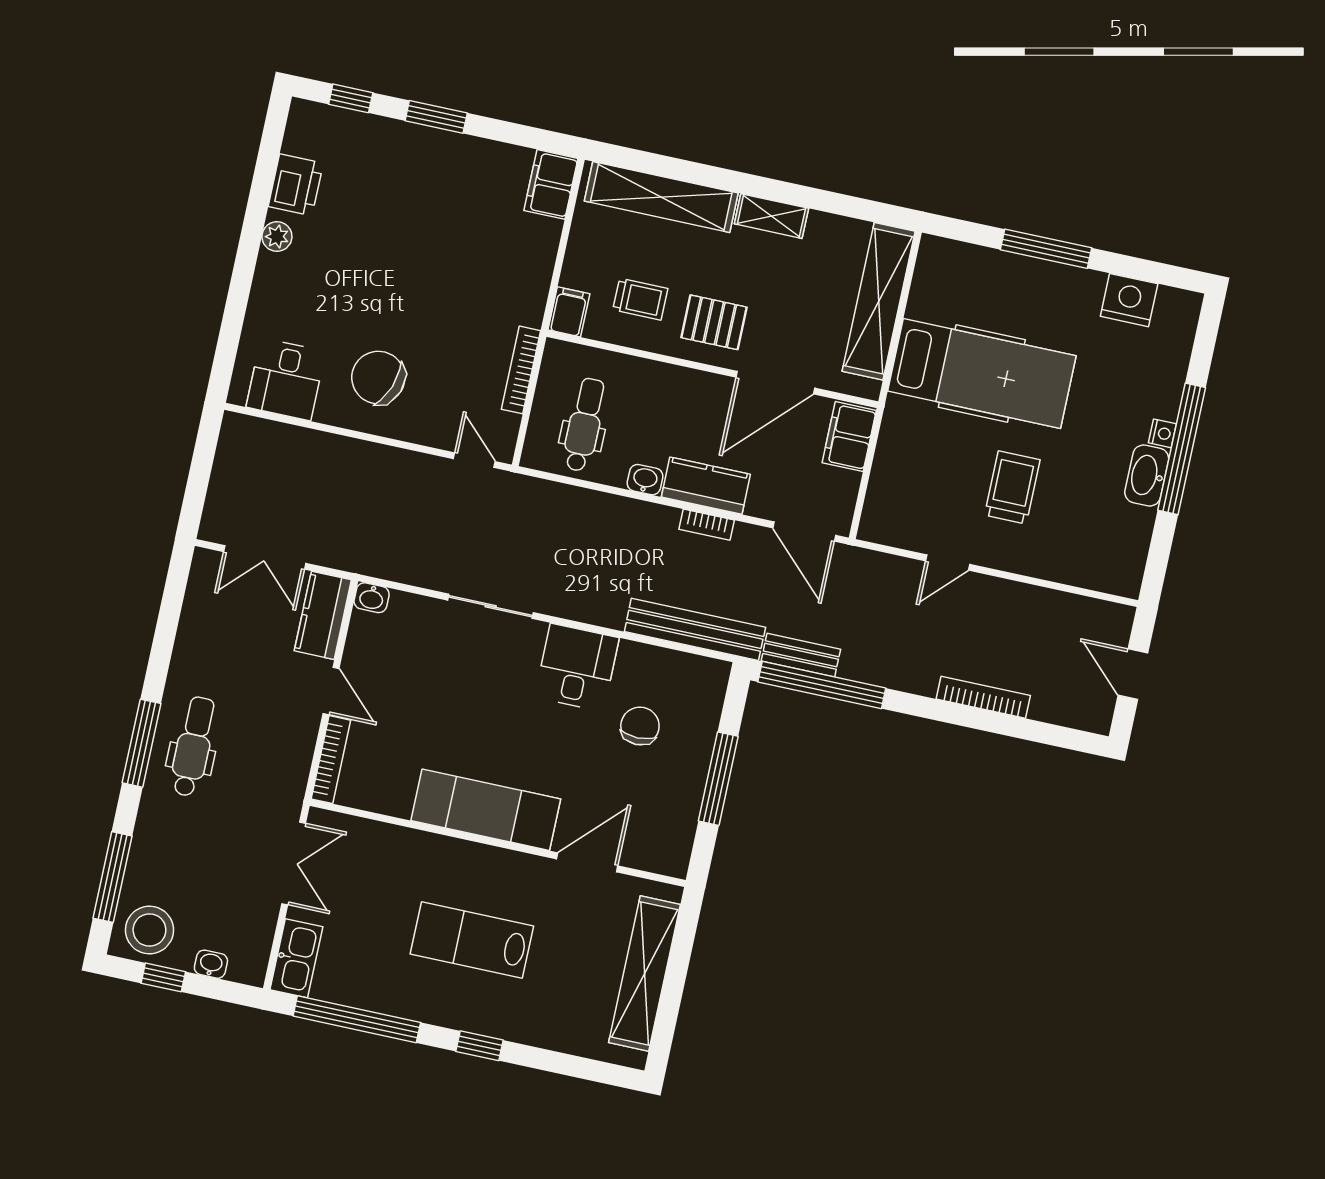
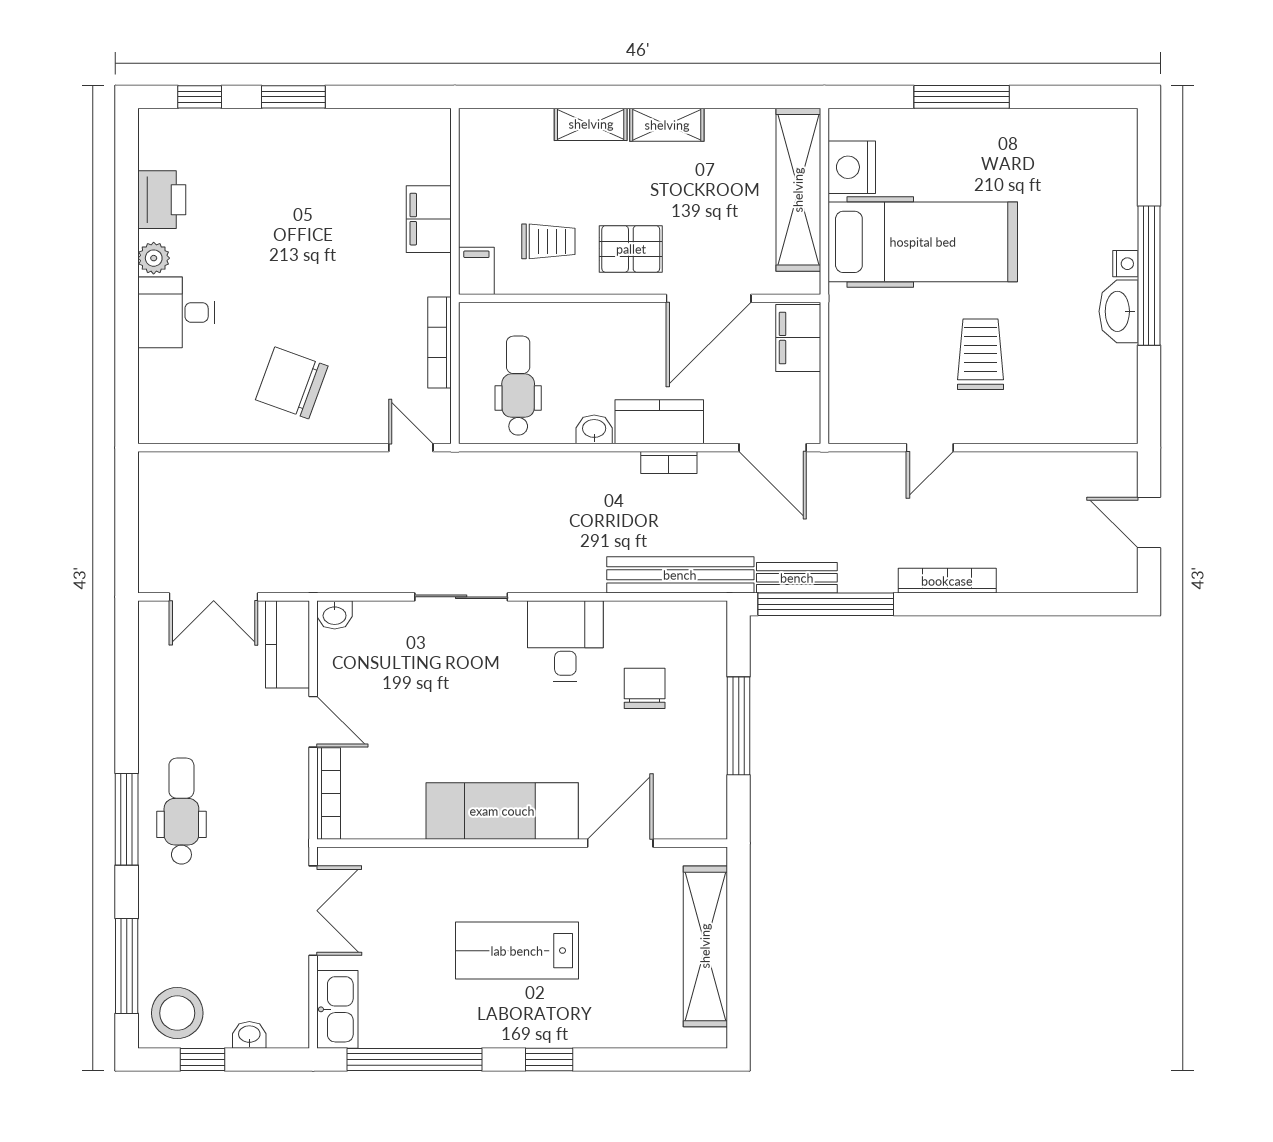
filing cabinet: (551, 184) -> (429, 219), moved
shelving: (661, 197) -> (591, 124), width x0.45, depth x0.75
nightstand: (1129, 300) -> (852, 167), moved, turned -90
desk: (286, 379) -> (176, 312), moved, turned 90
bookcase: (983, 697) -> (947, 581), moved

